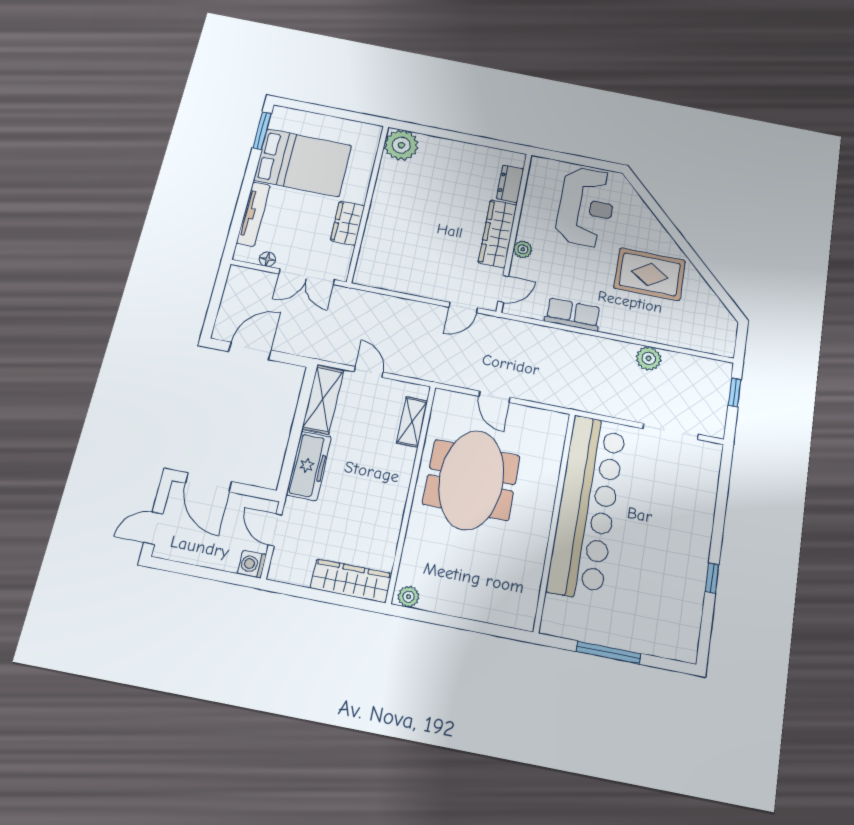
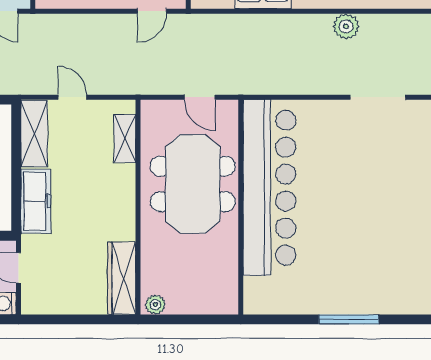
bar counter: (587, 507) -> (269, 188), moved
wall: (555, 520) -> (241, 207), moved
wardrobe: (351, 581) -> (122, 278), moved, turned -90

